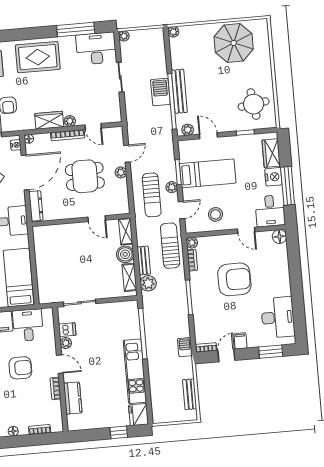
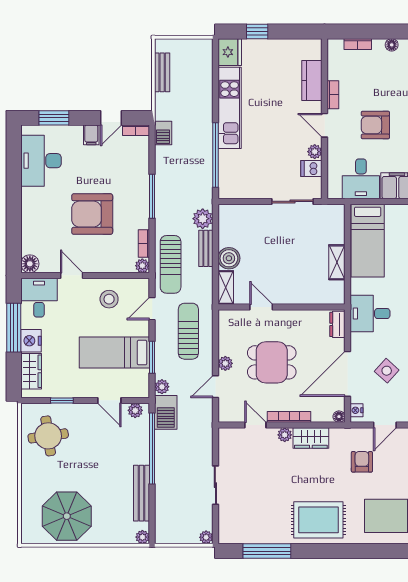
desk: (96, 49) -> (243, 524), removed
bench: (179, 91) -> (142, 493), moved
barbecue: (160, 92) -> (166, 412), moved
plant: (172, 187) -> (162, 387), moved
dresser: (36, 206) -> (337, 324), width x0.70
shelving: (129, 277) -> (337, 262), moved

